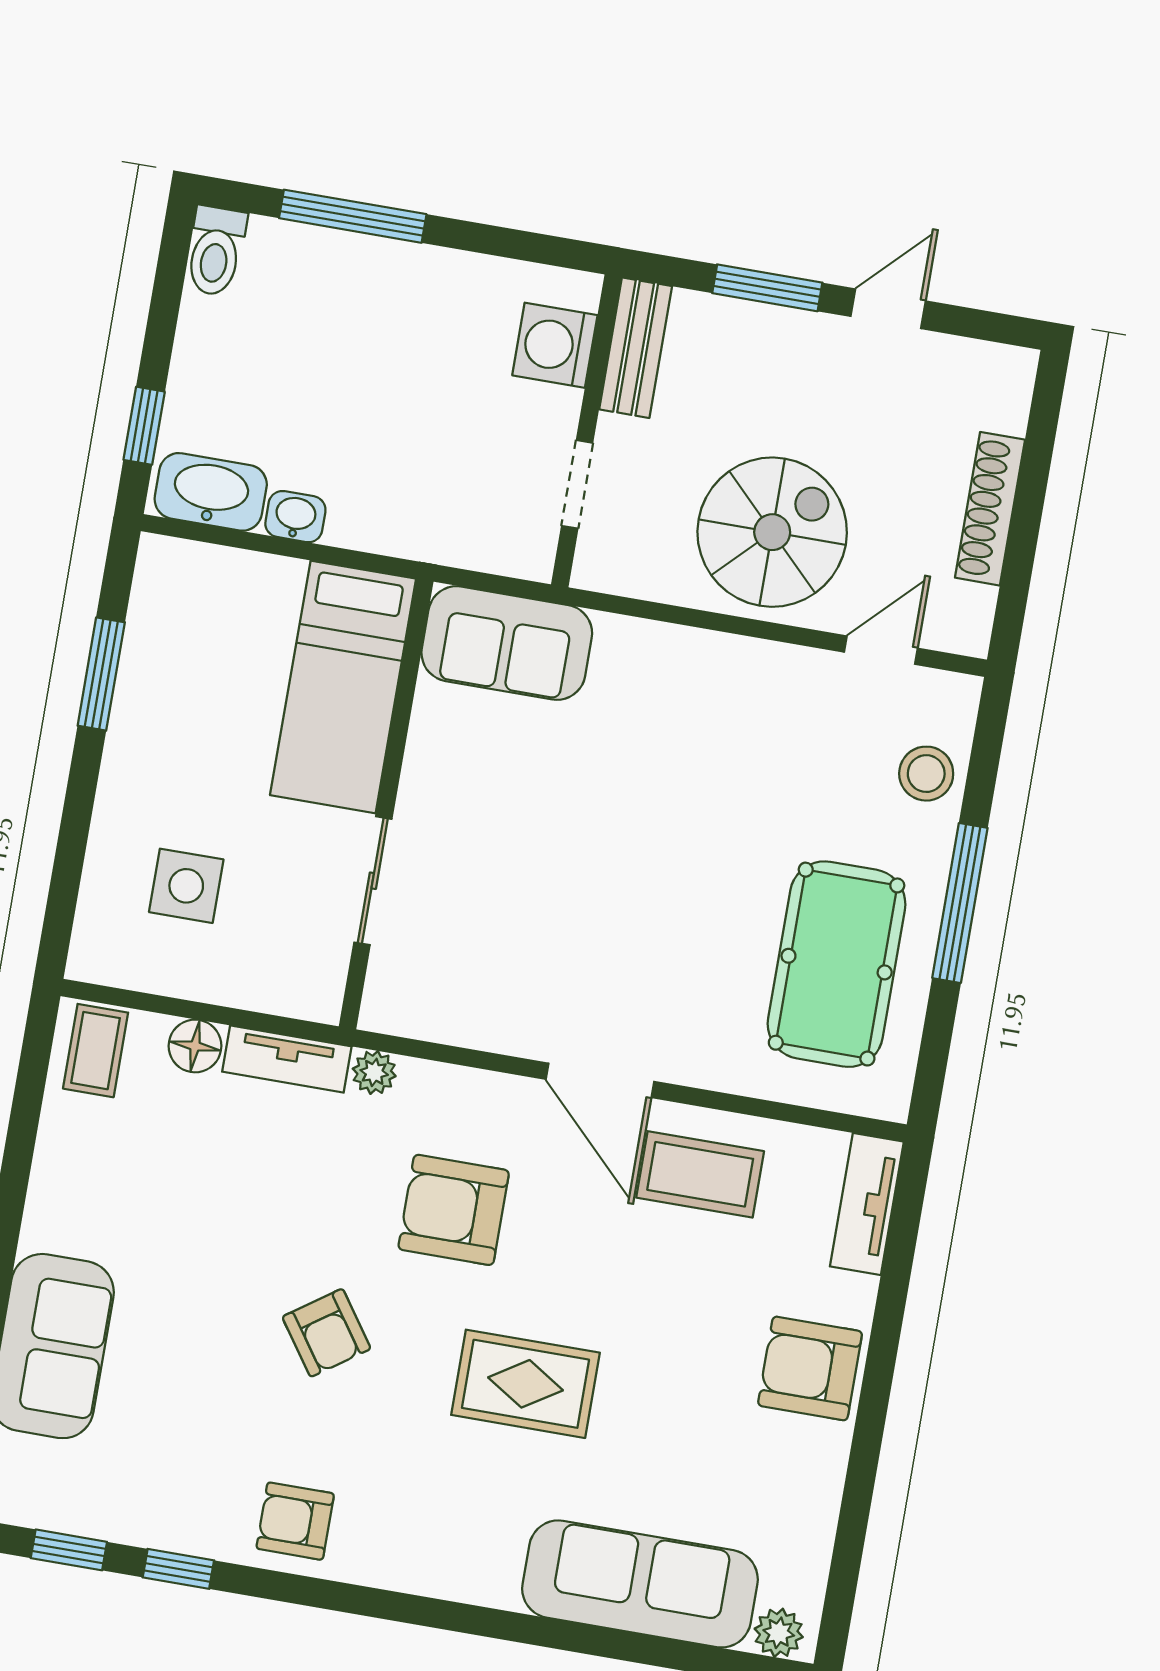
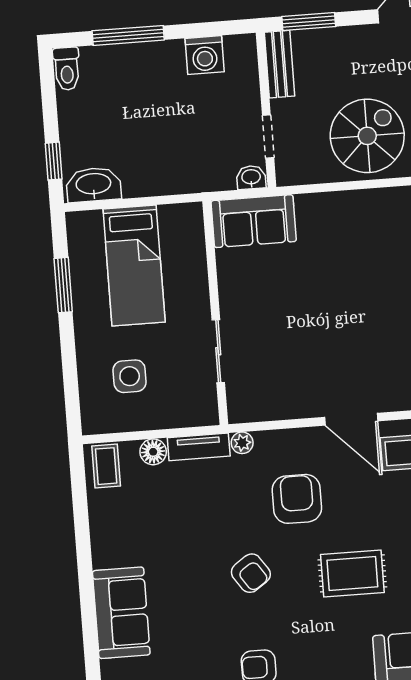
window: (767, 288) -> (309, 22), moved
washing machine: (555, 345) -> (205, 55), moved, turned -90
washbasin: (295, 517) -> (251, 177), moved
bed: (343, 687) -> (134, 266), moved
armchair: (454, 1210) -> (297, 499), turned 90

